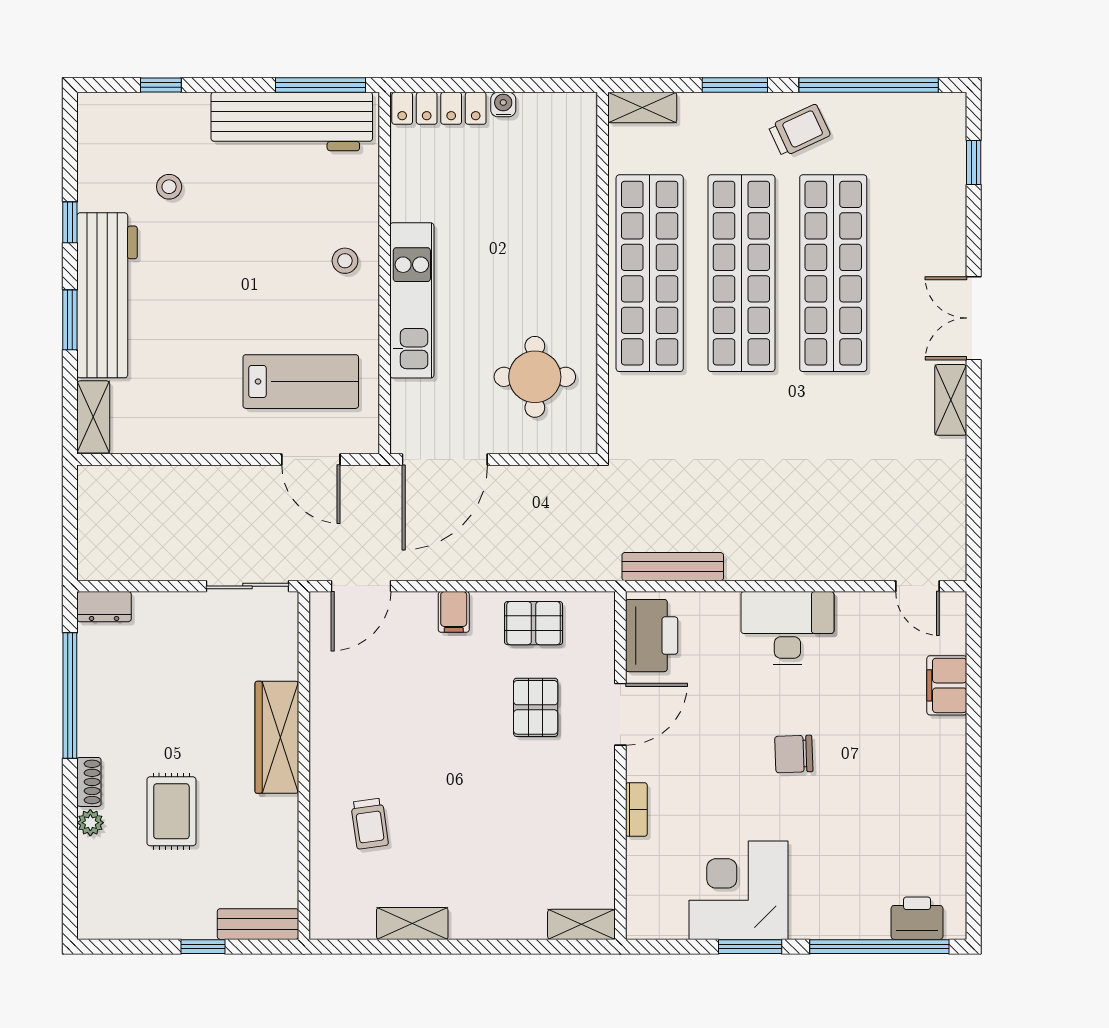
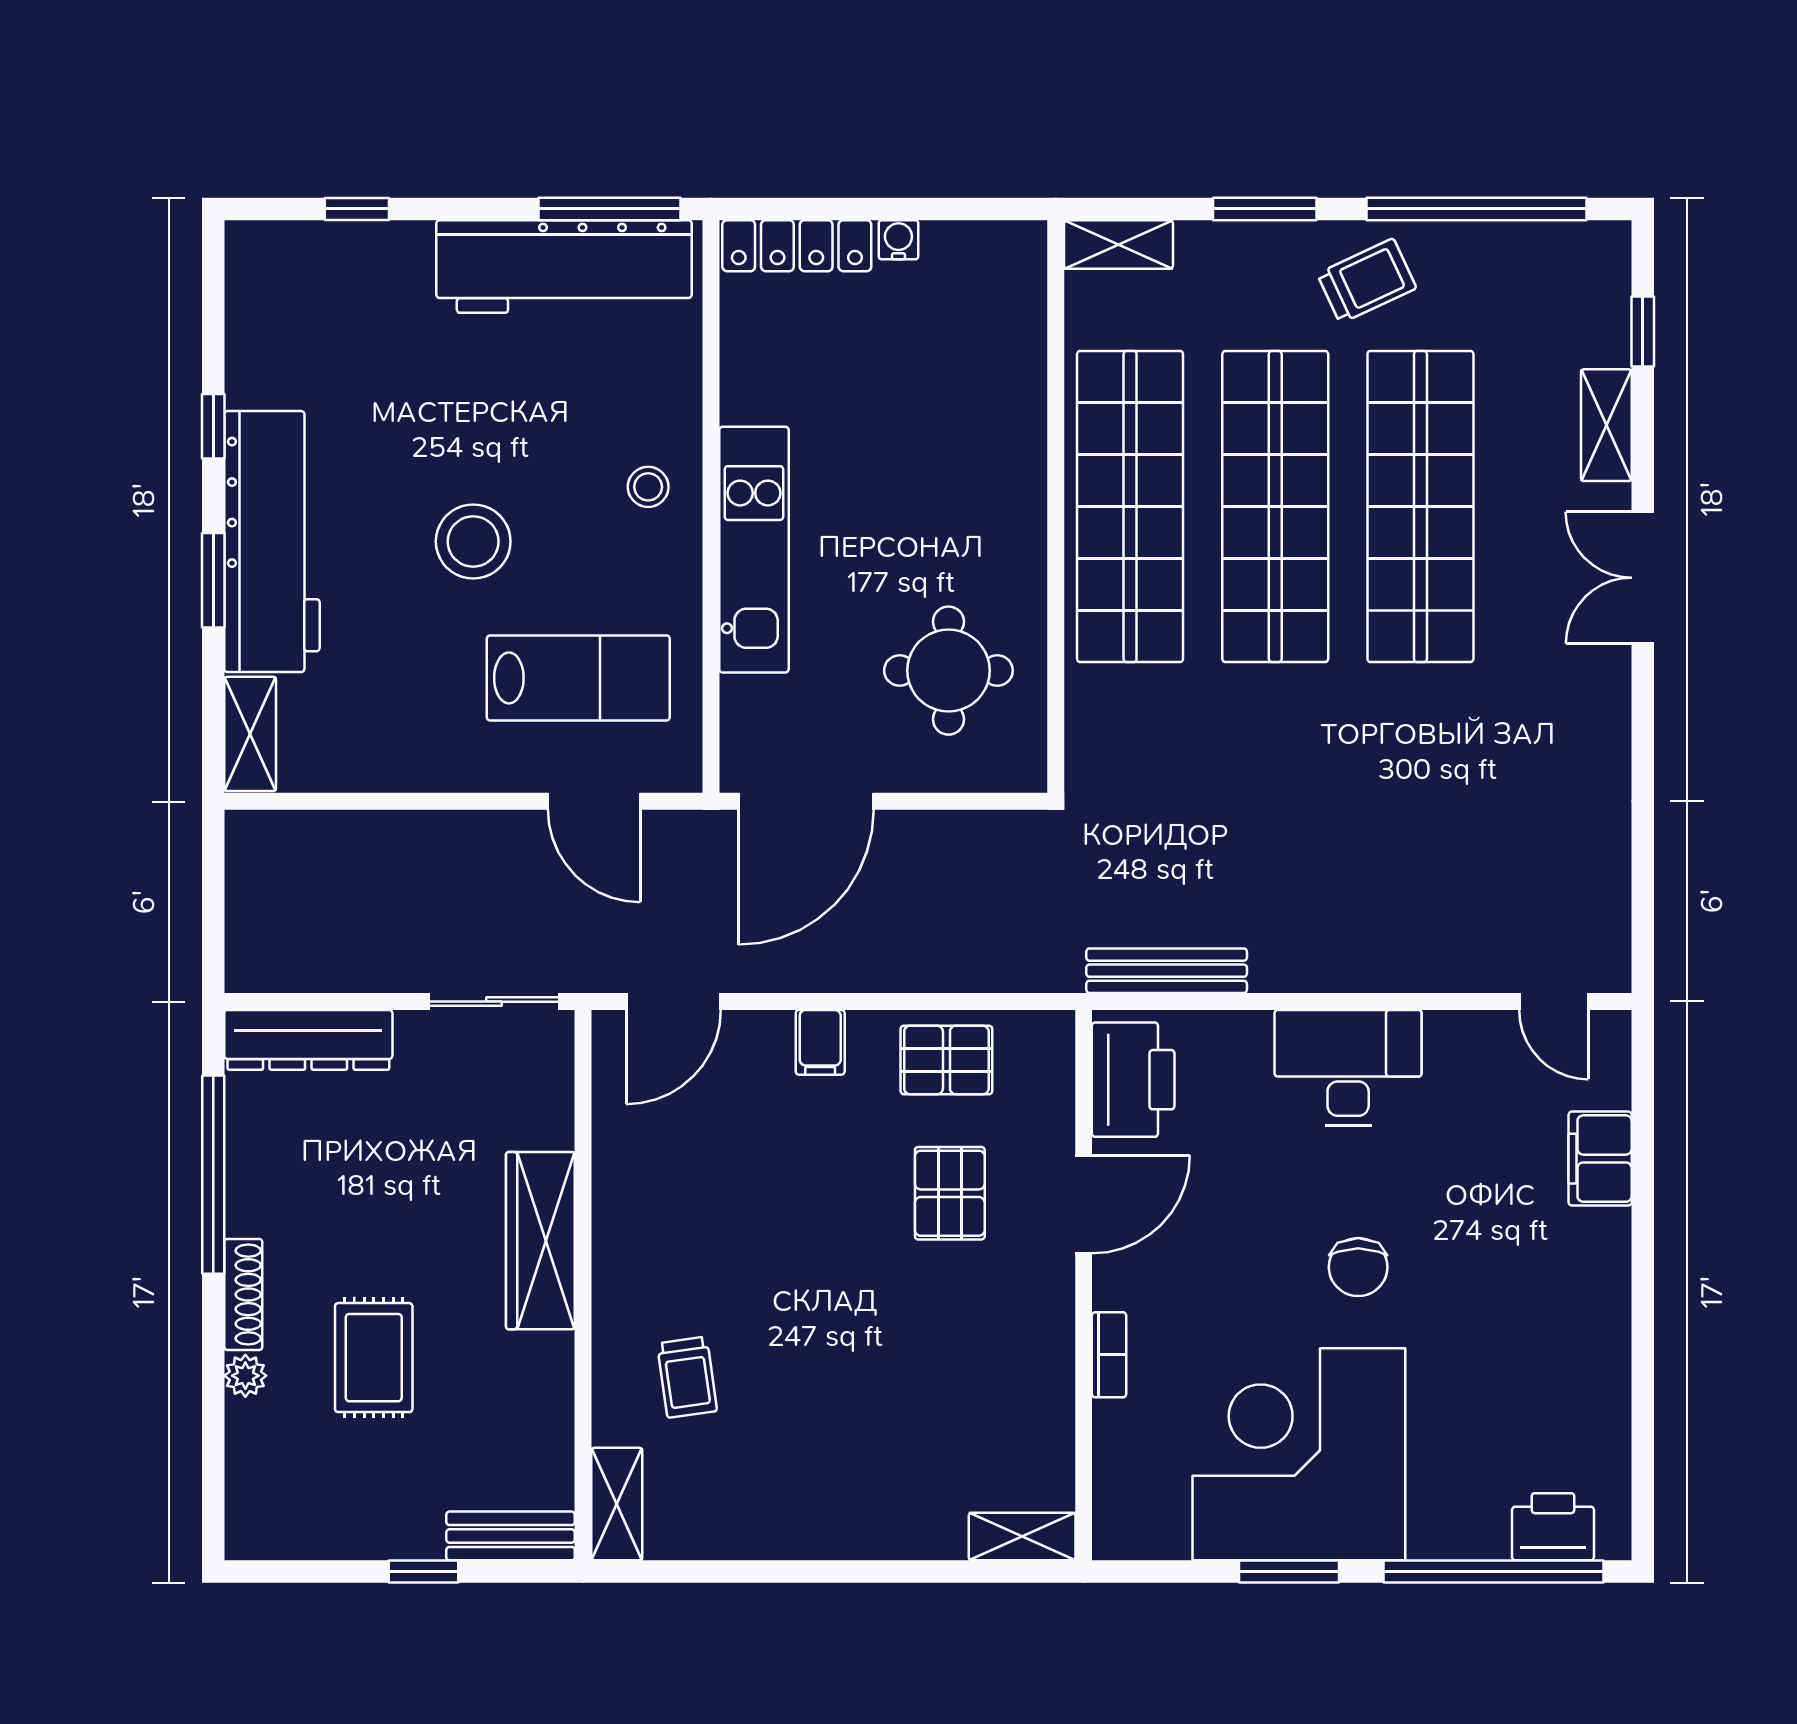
stool: (169, 187) -> (473, 541), moved, width x1.89, depth x1.89
shelving: (951, 400) -> (1606, 425), moved
dresser: (104, 607) -> (308, 1040), width x1.96, depth x1.24
chair: (794, 754) -> (1358, 1267), turned -88
shoe rack: (89, 782) -> (243, 1294), width x1.43
corner desk: (739, 890) -> (1299, 1454), width x1.36, depth x1.36
shelving: (412, 923) -> (617, 1504), moved, turned 90

